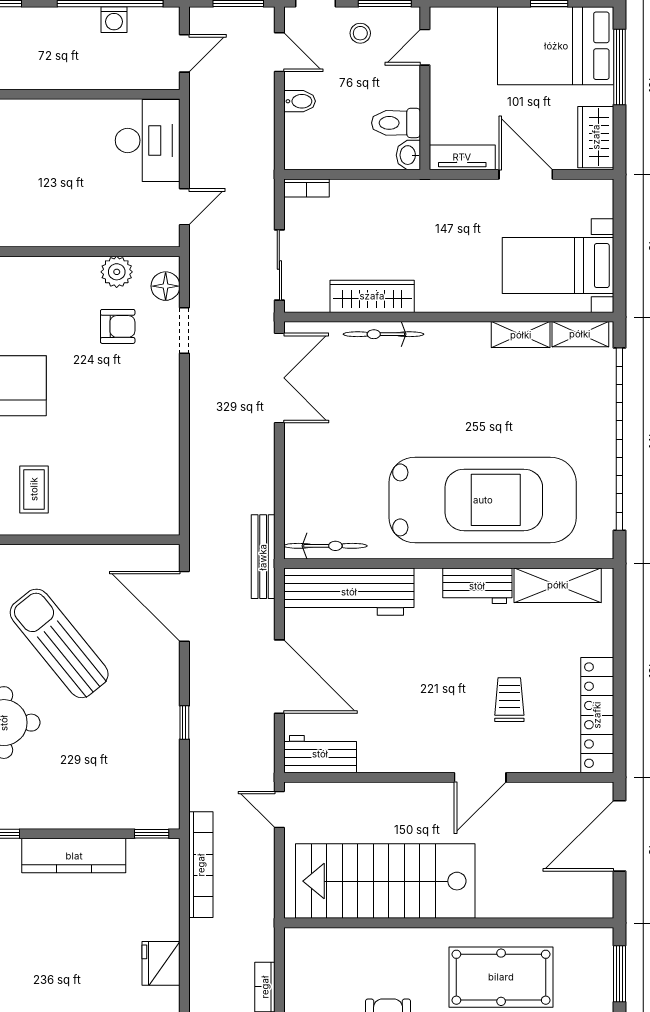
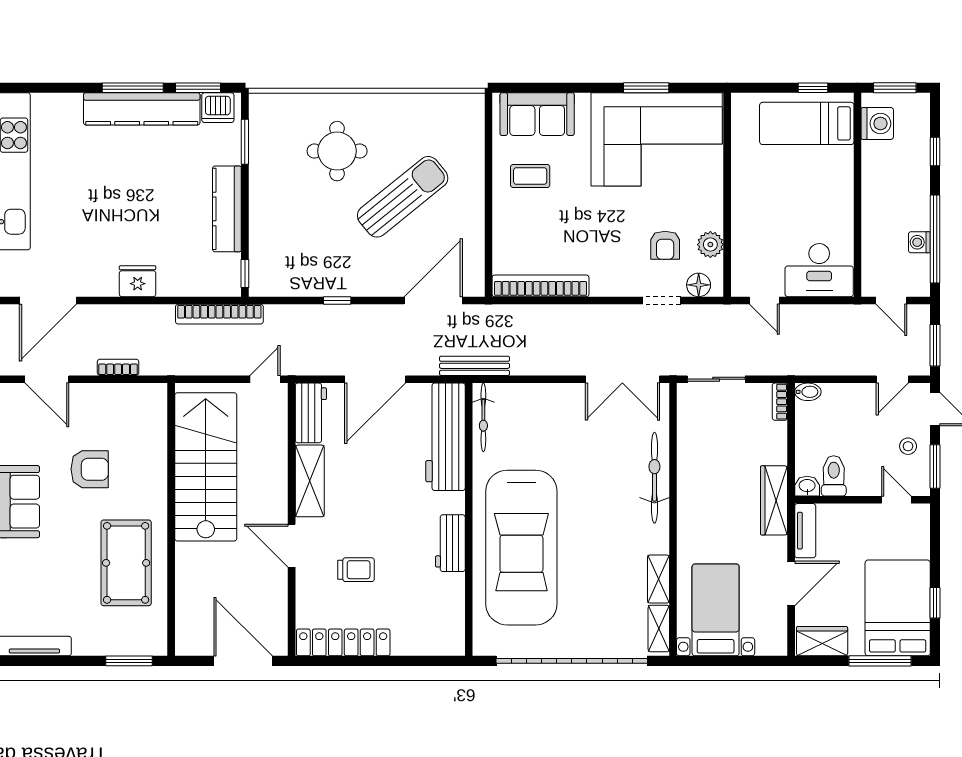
bidet: (300, 101) -> (808, 392), moved, turned -90
wardrobe: (372, 296) -> (774, 500), moved, turned 180
bicycle: (383, 334) -> (654, 478), width x1.37, depth x1.40
bookcase: (167, 477) -> (541, 286), added
shelving: (558, 585) -> (310, 481), moved

